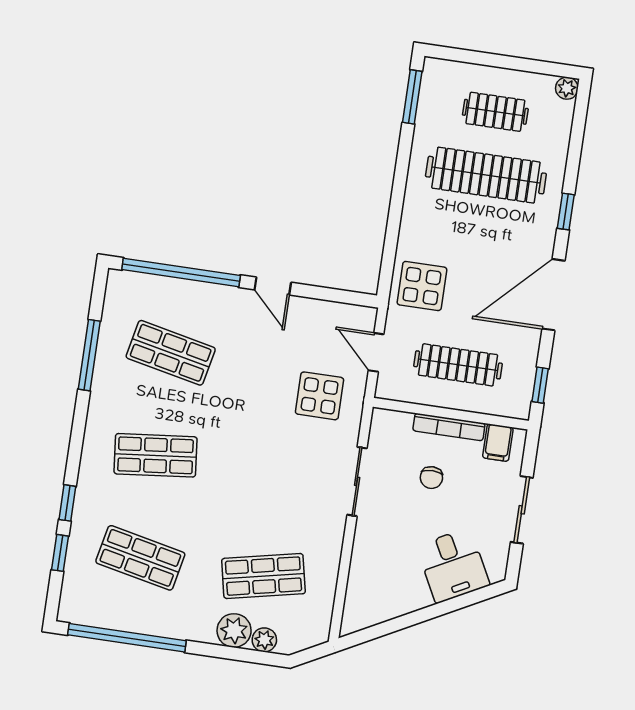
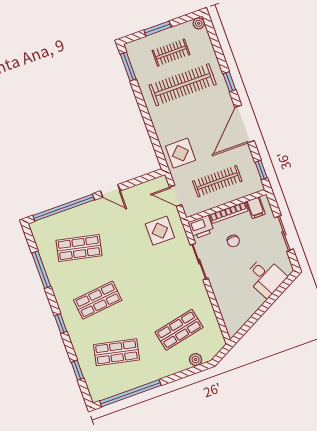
window: (494, 60) -> (157, 29), added
printer: (390, 426) -> (201, 227), added
window: (67, 503) -> (61, 324), moved
plant: (234, 630) -> (179, 363), removed

